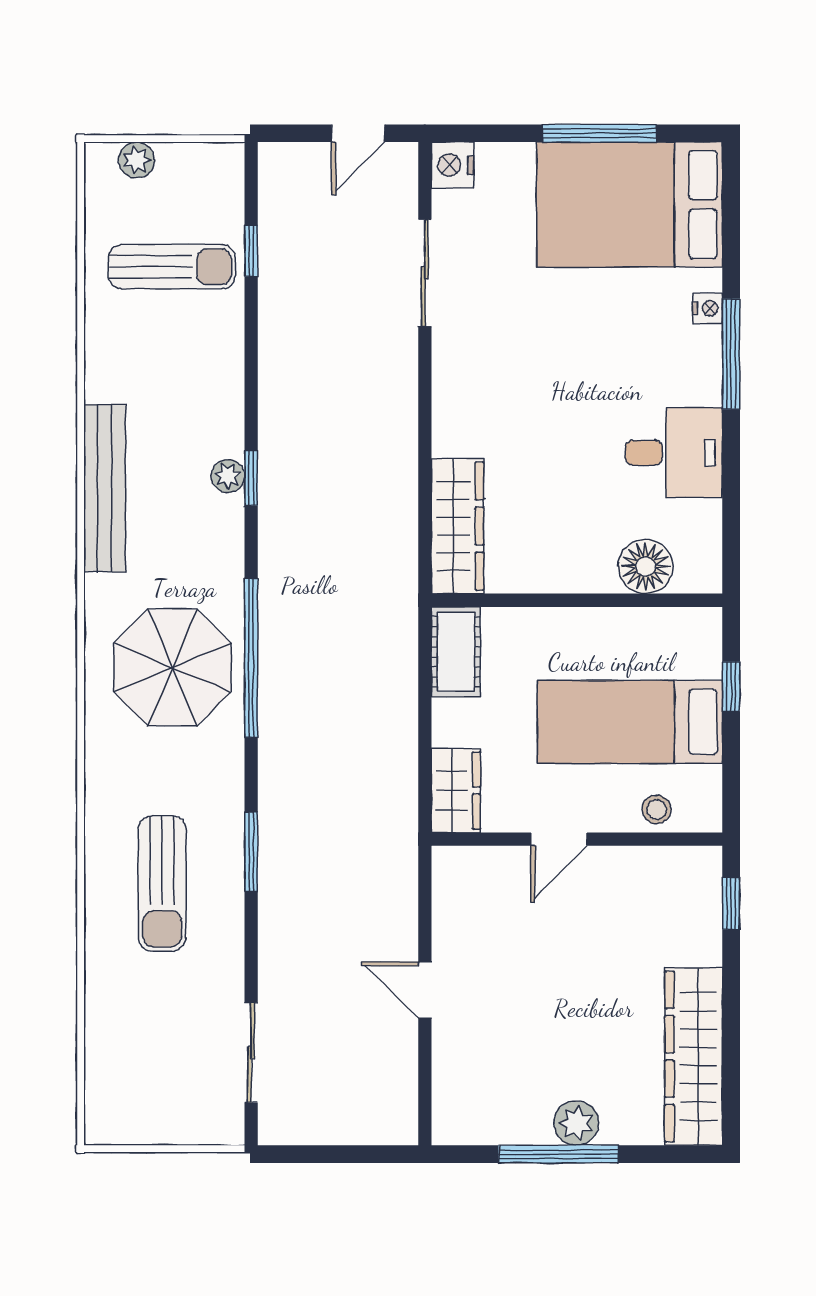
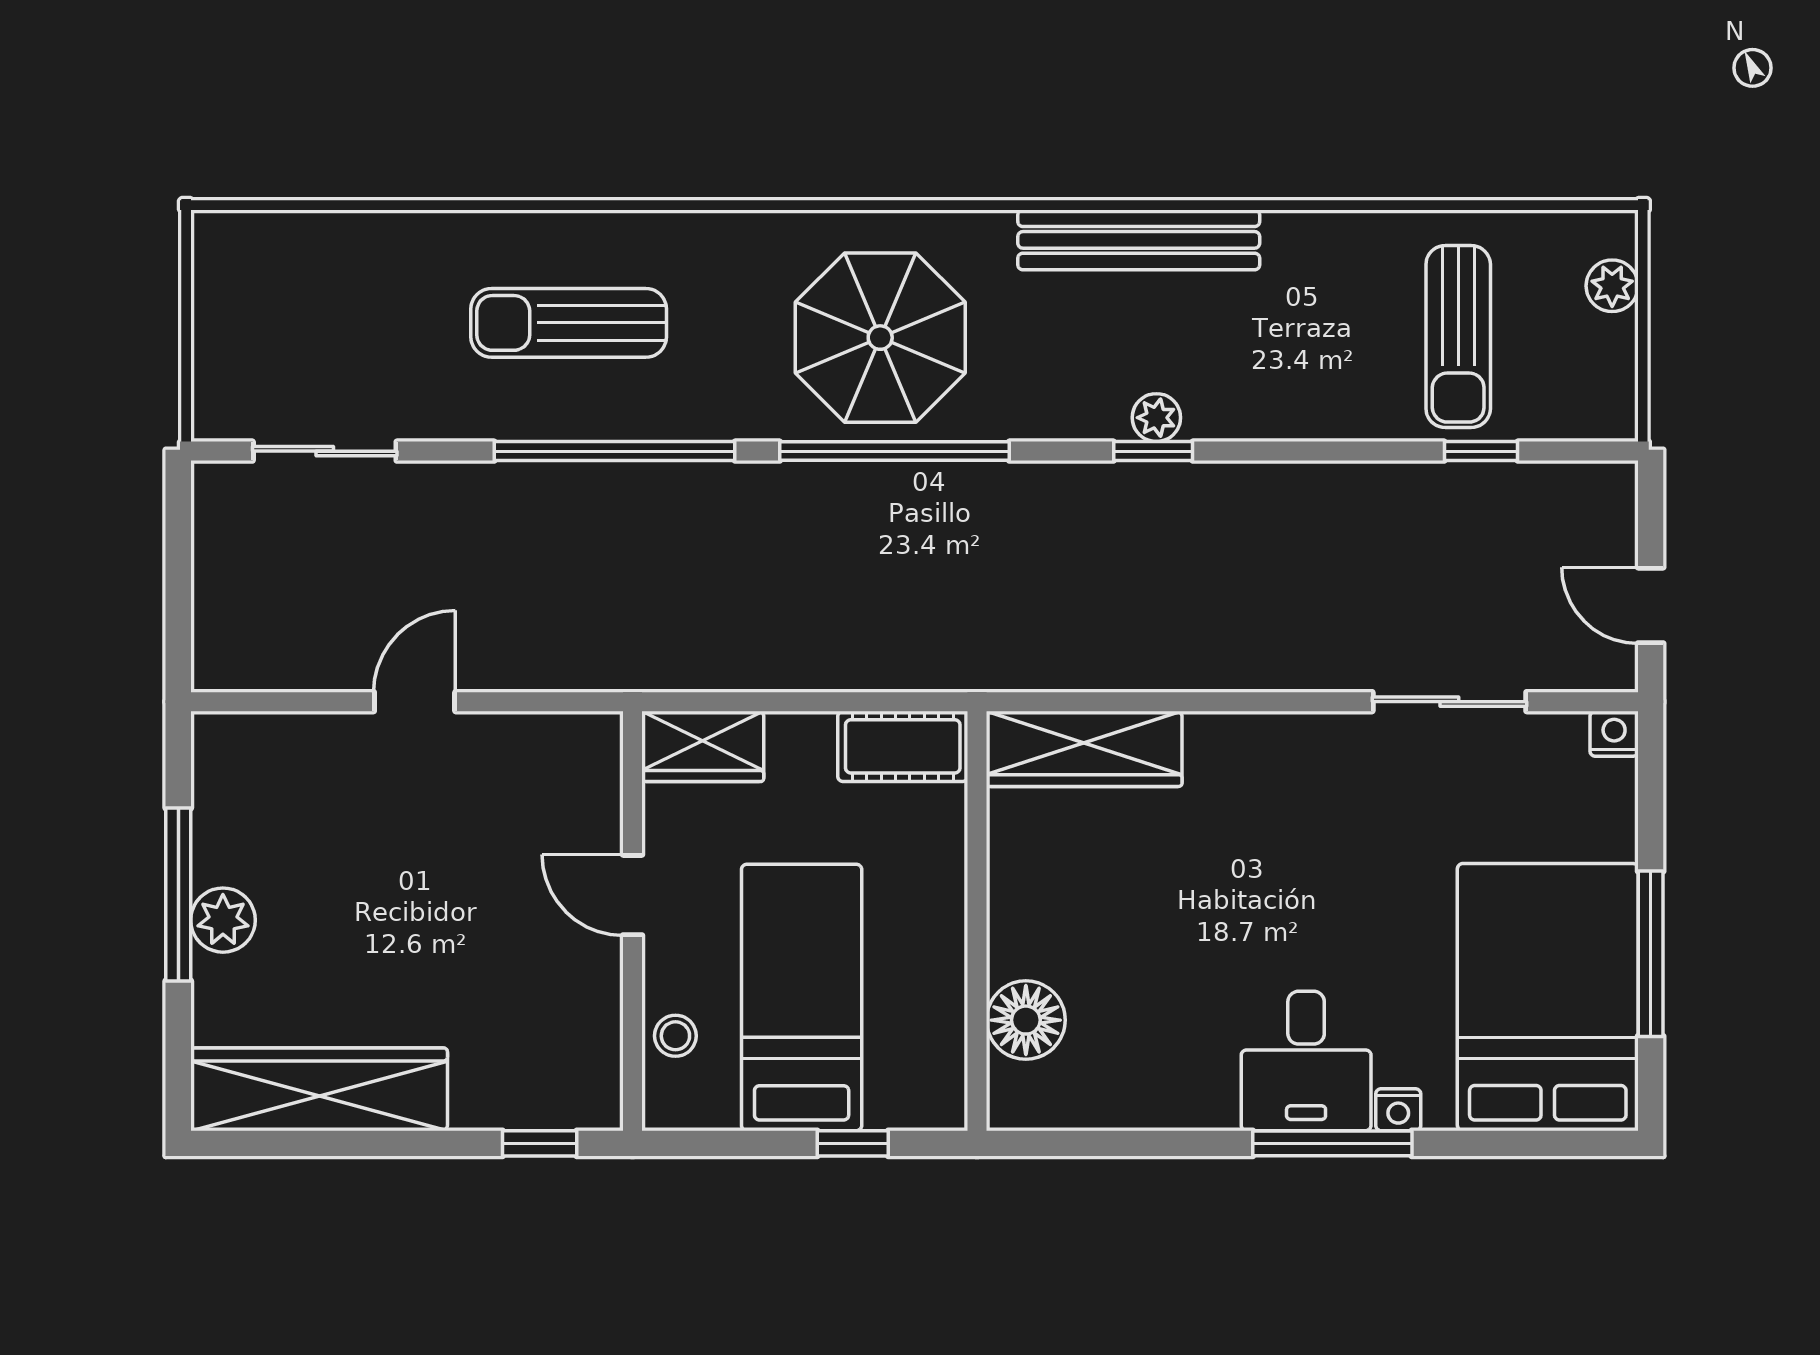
nightstand: (453, 165) -> (1614, 734), width x0.72, depth x0.74
desk: (674, 453) -> (1306, 1061), moved
window: (251, 852) -> (615, 451), width x2.11

